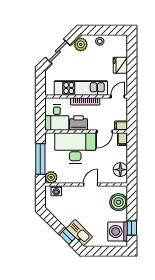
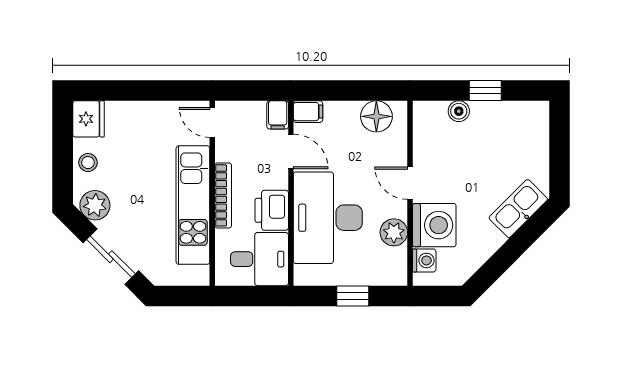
fridge: (120, 65) -> (89, 119), moved, turned -90
window: (40, 159) -> (353, 296), width x0.46
plant: (51, 177) -> (394, 232), moved
boiler: (119, 202) -> (459, 111), width x0.54, depth x0.54
window: (132, 228) -> (485, 91), moved
washing machine: (118, 231) -> (434, 225), moved, turned -90
window: (67, 236) -> (527, 235), removed

